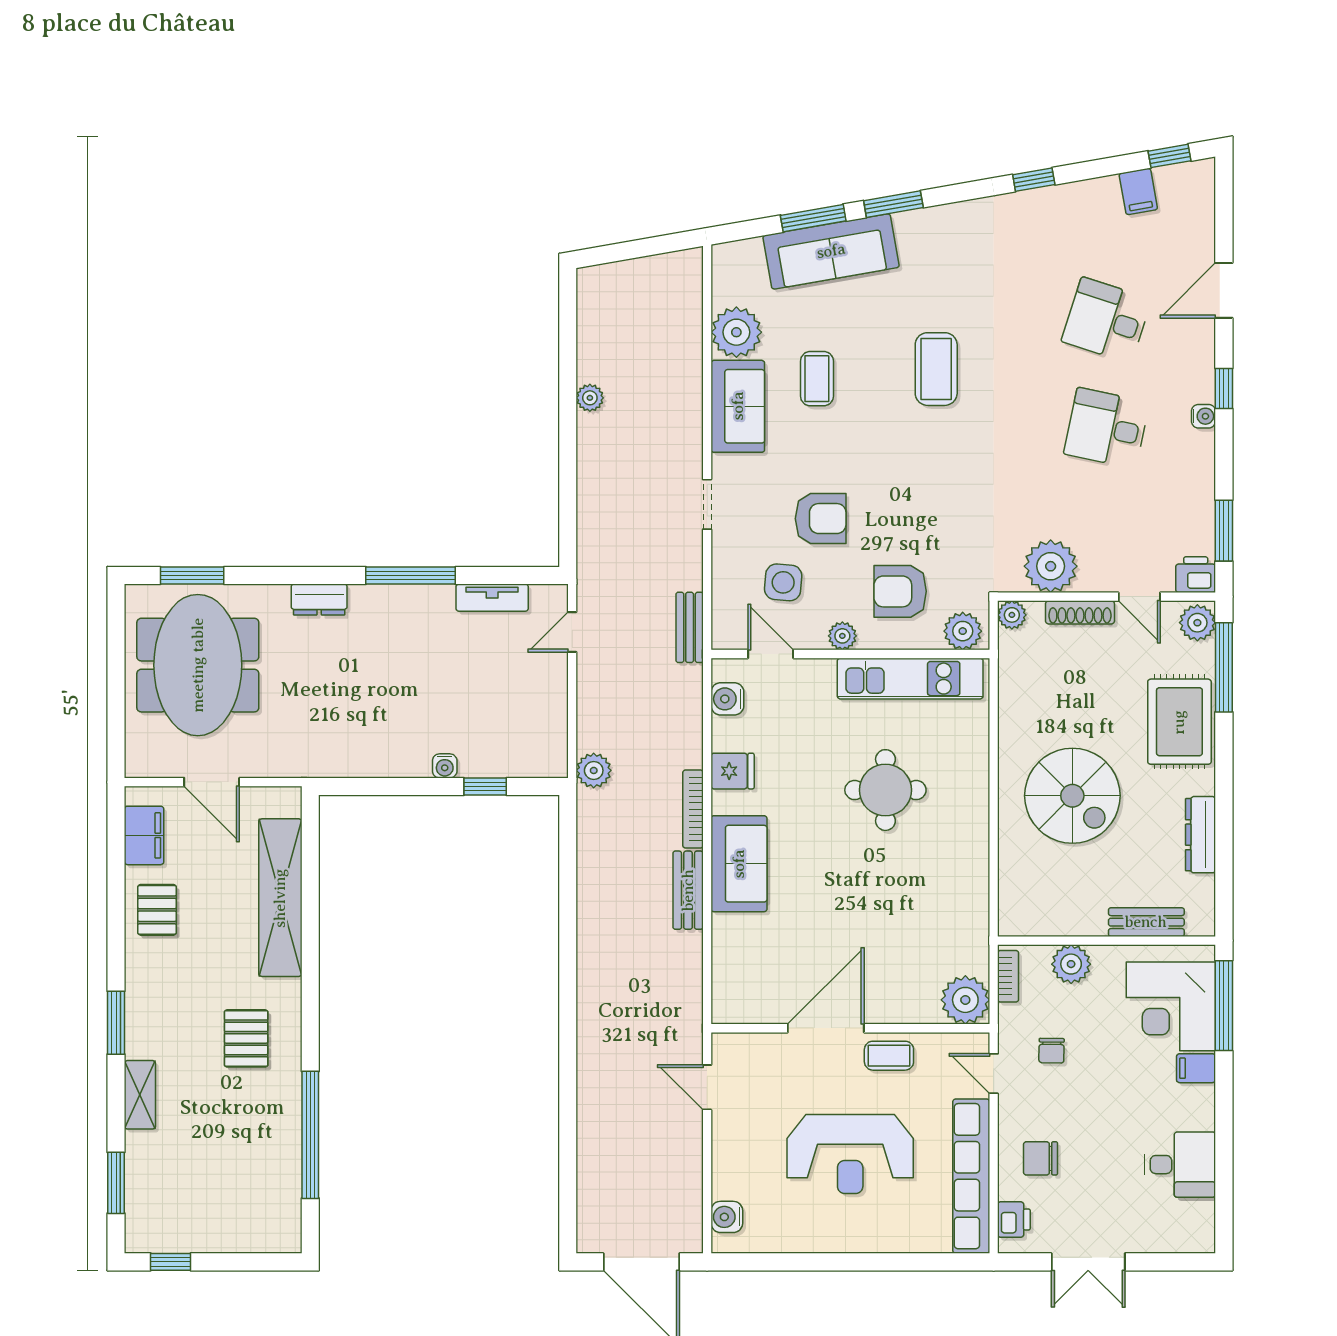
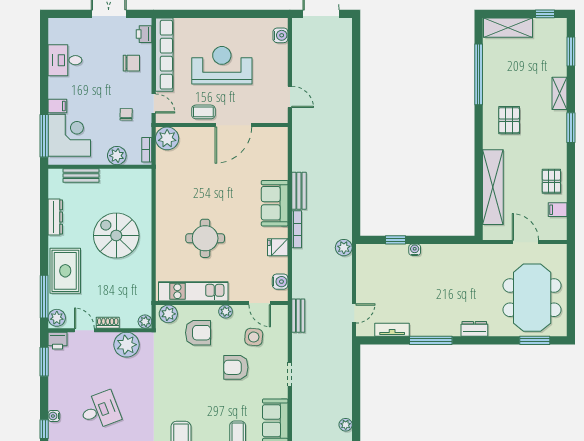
desk: (1107, 428) -> (100, 410), turned -33
shoe rack: (1080, 612) -> (108, 323), width x0.70
filing cabinet: (144, 835) -> (558, 210), width x0.50
shelving: (248, 1233) -> (508, 28), added

